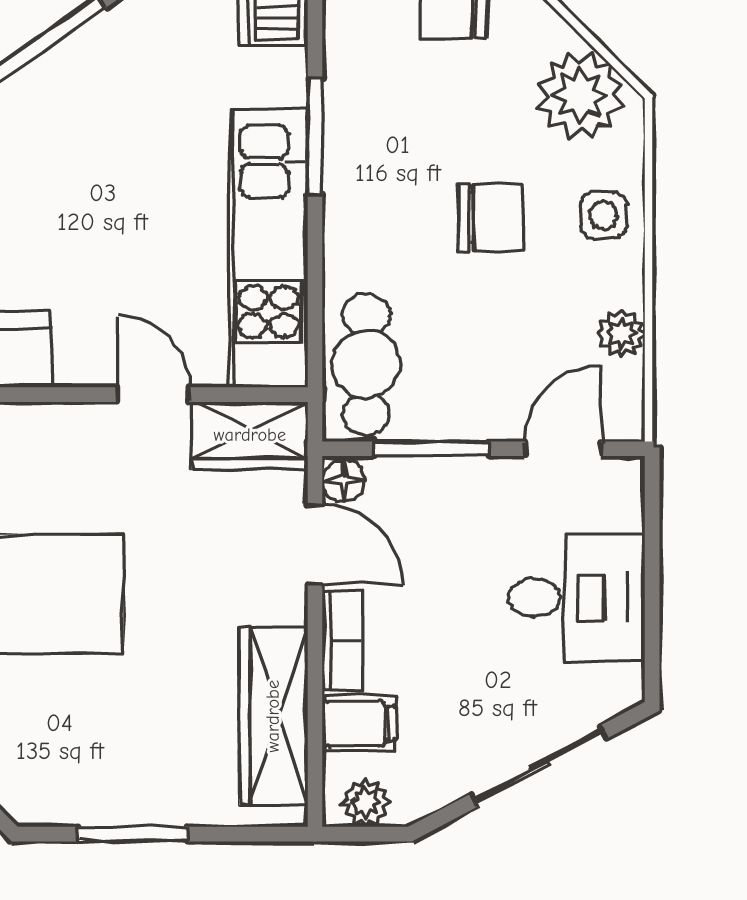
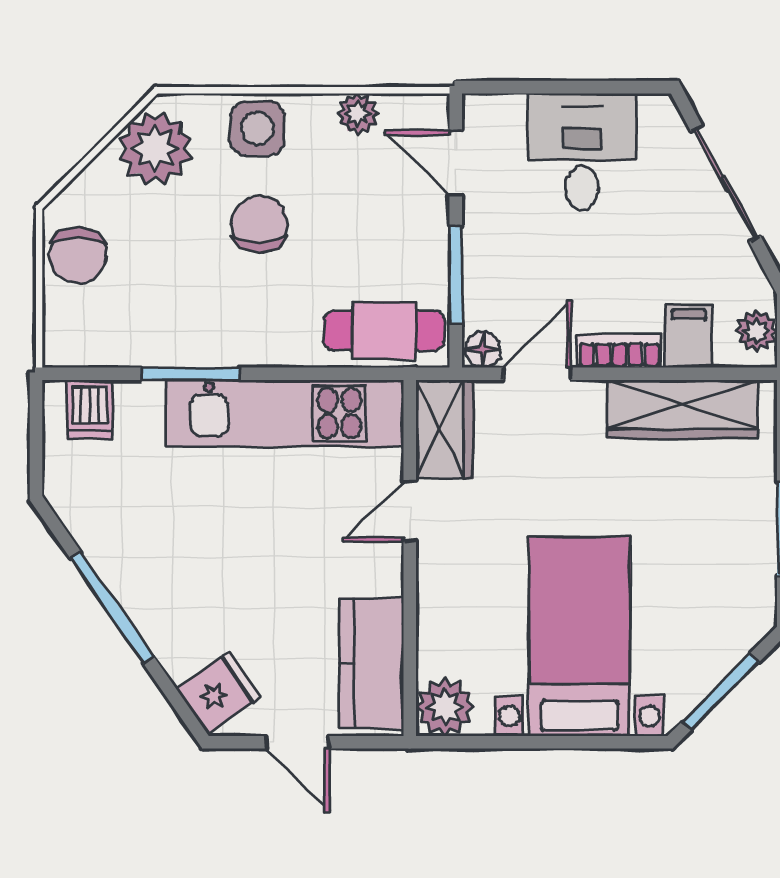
side table: (604, 215) -> (257, 128), width x1.37, depth x1.37

